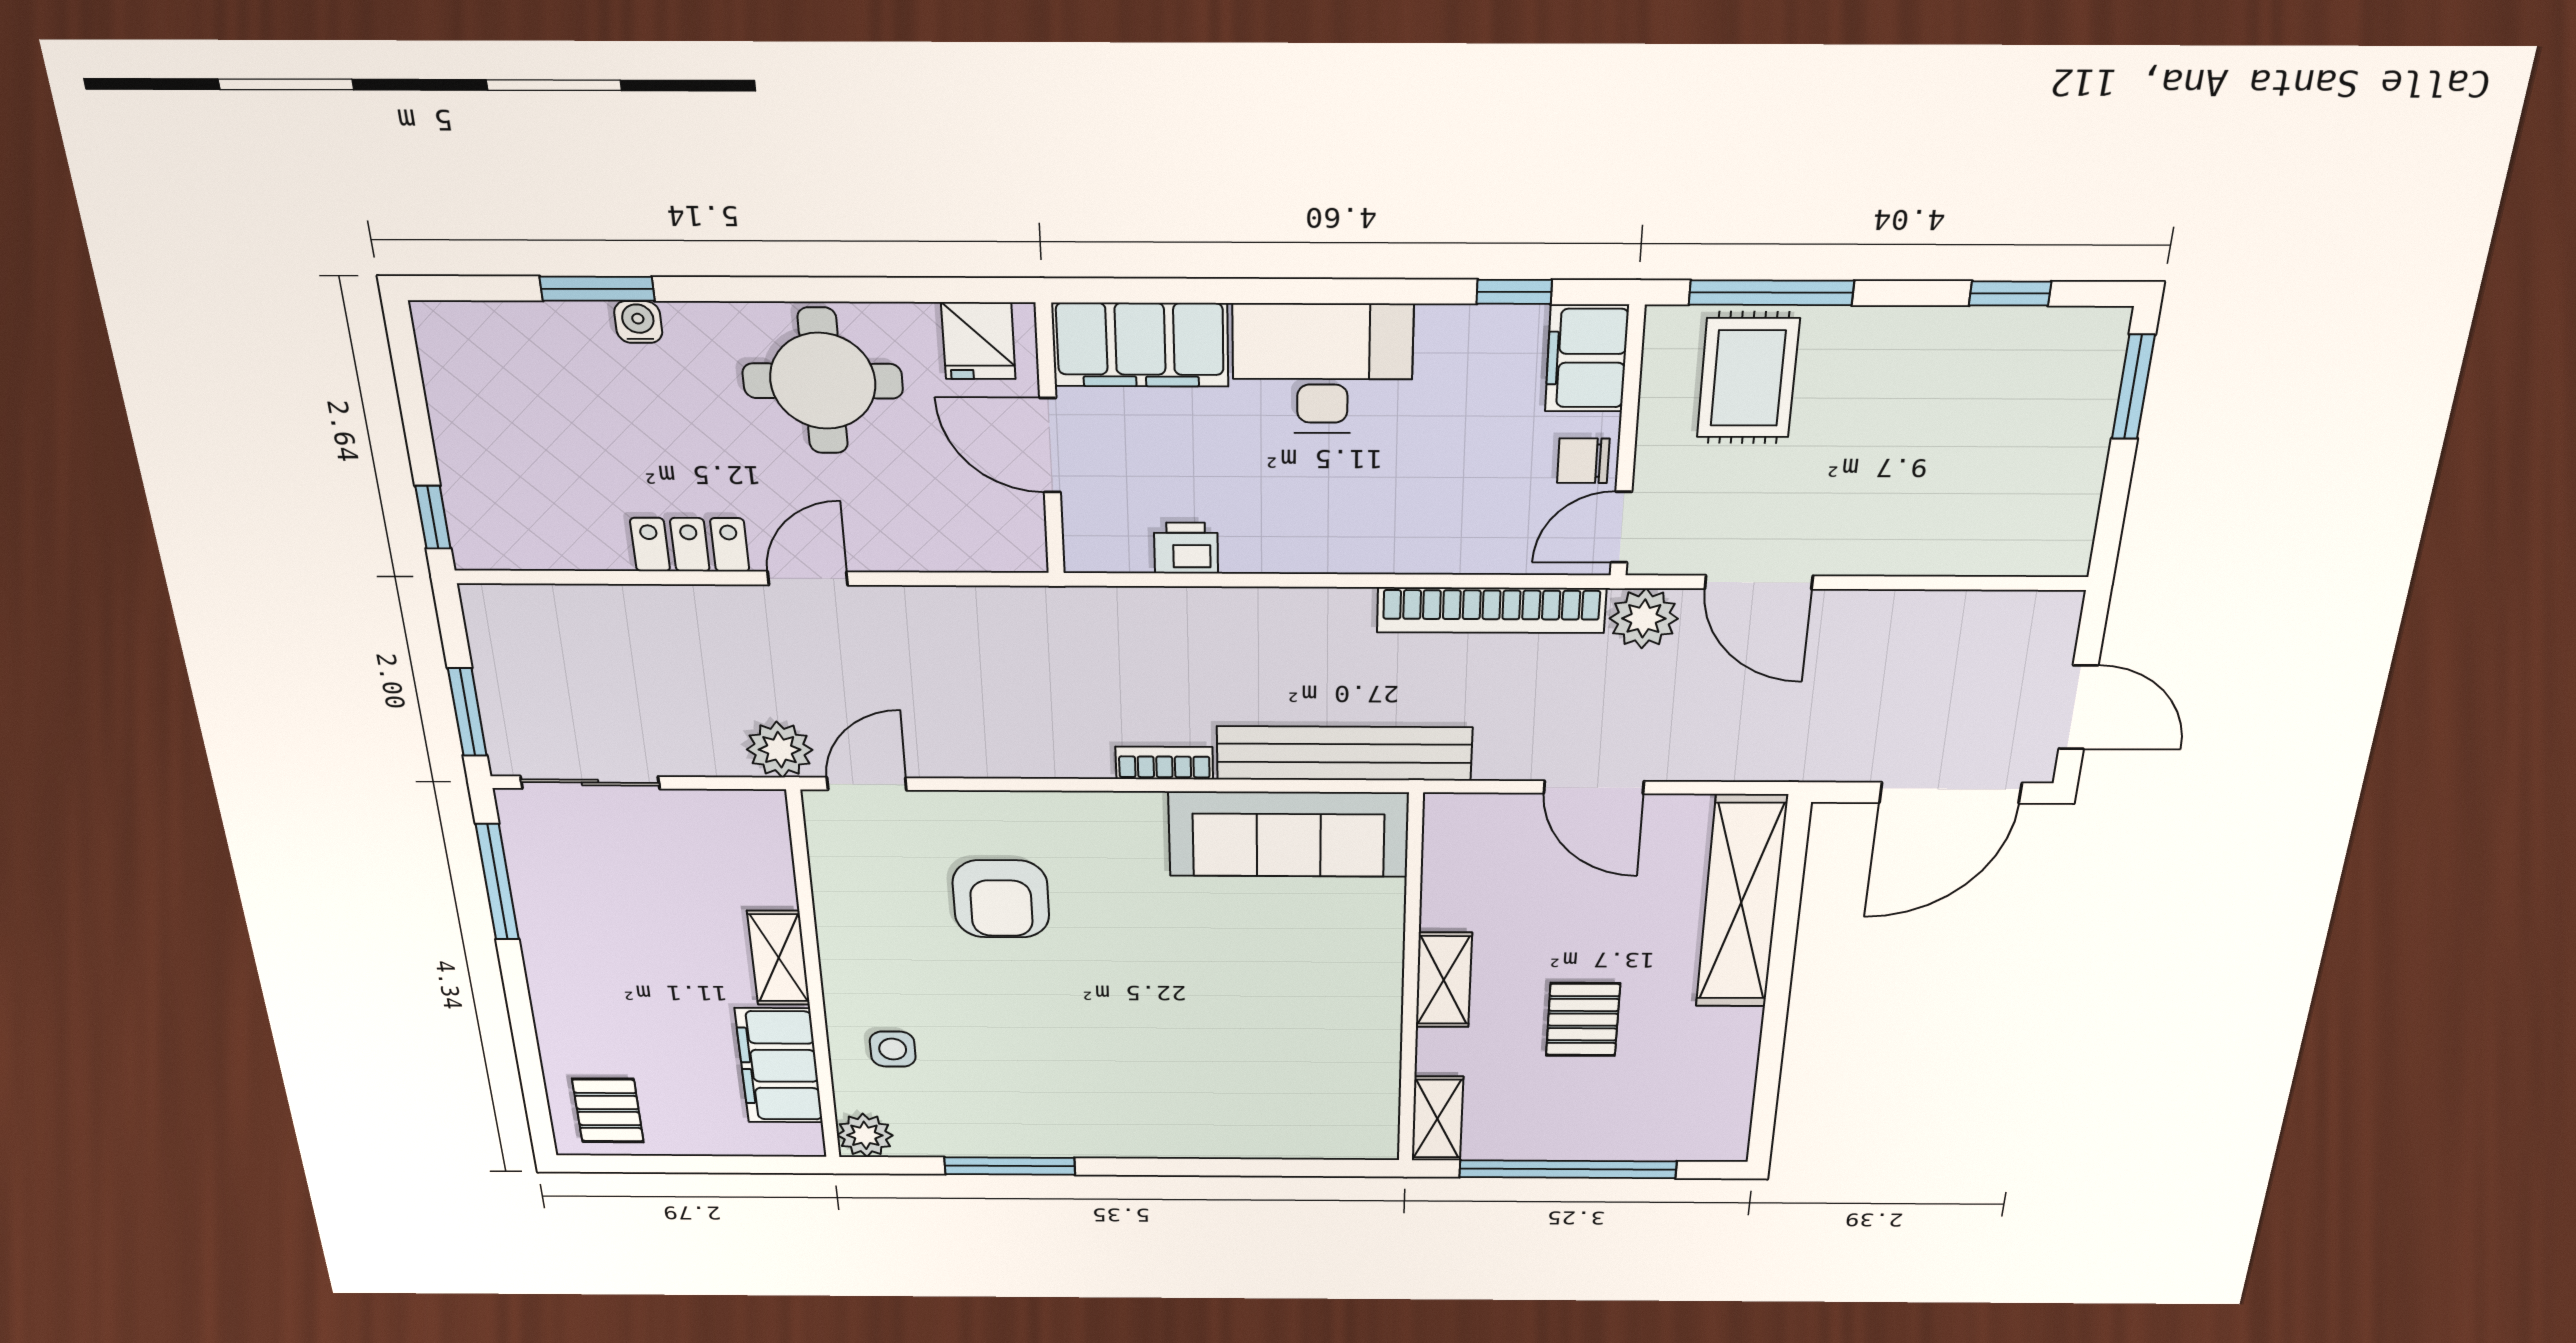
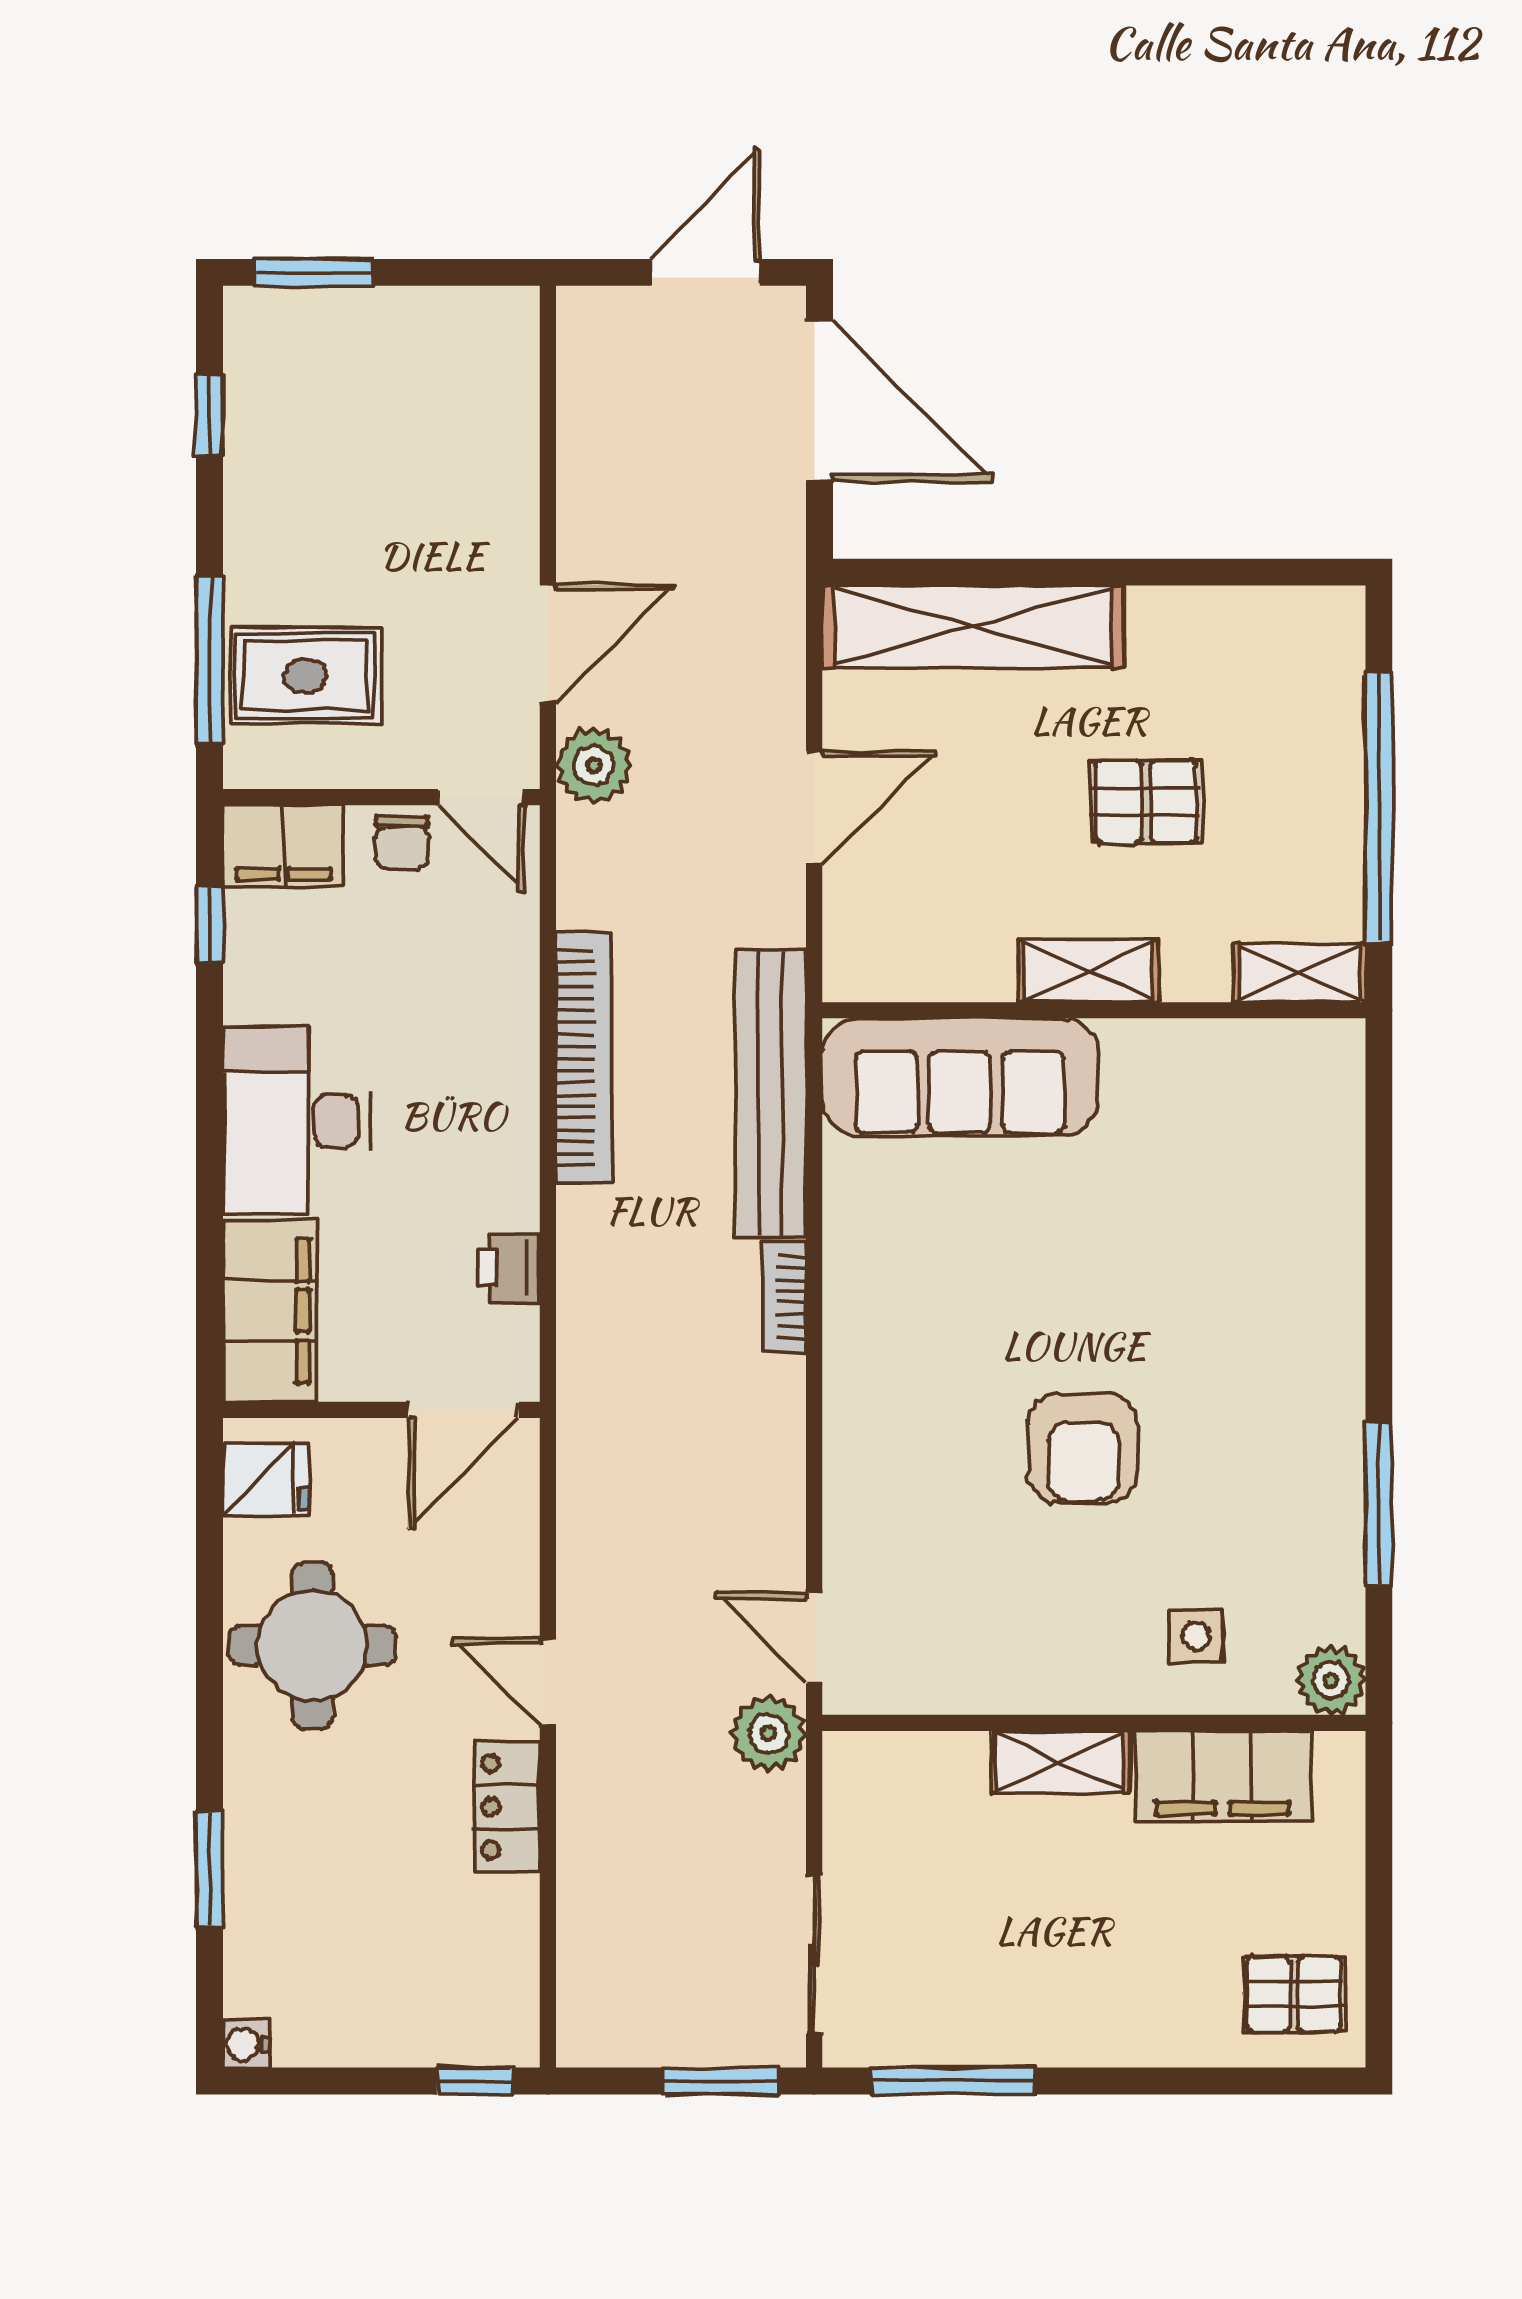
water cooler: (638, 322) -> (246, 2044), moved
door: (1050, 445) -> (463, 1410), moved
bookcase: (1491, 610) -> (584, 1058), moved
sofa: (1289, 834) -> (960, 1077), moved, turned 90
armchair: (1001, 899) -> (1083, 1448), moved, turned 90

